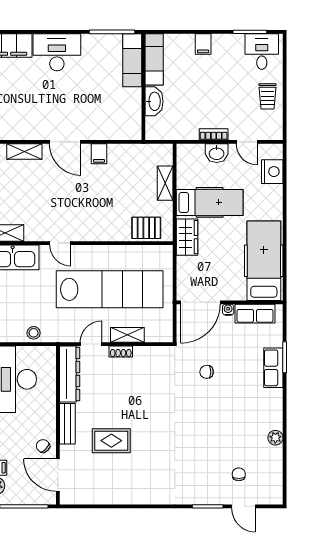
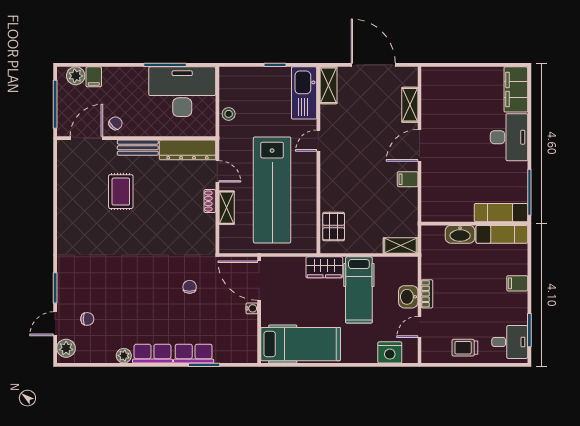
shelving: (165, 183) -> (401, 246), moved
row of seats: (255, 314) -> (152, 354), moved, turned 90
plant: (268, 495) -> (66, 348), added

